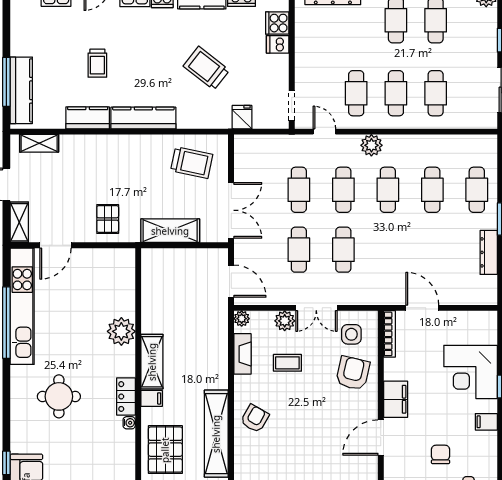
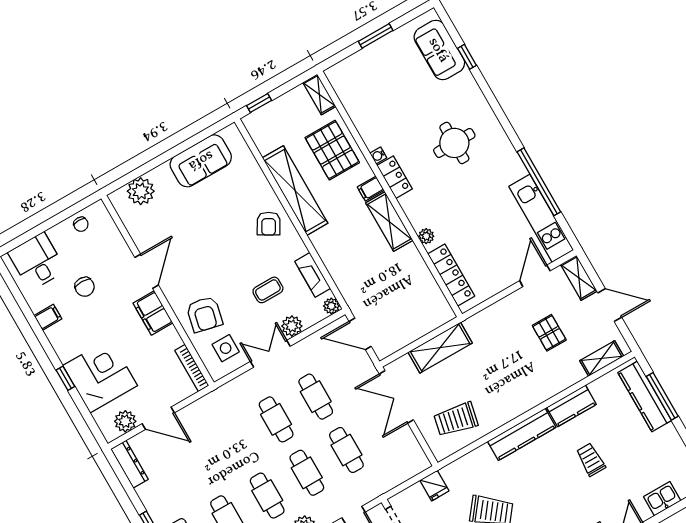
pallet: (108, 219) -> (549, 333), moved
dresser: (489, 252) -> (130, 464), moved
locker: (126, 287) -> (451, 275), added
kitchen unit: (22, 306) -> (541, 218), width x0.73
door: (422, 308) -> (158, 418), moved
plant: (471, 321) -> (125, 421), added
plant: (121, 331) -> (426, 236), width x0.53, depth x0.53
filing cabinet: (486, 422) -> (48, 317), moved

